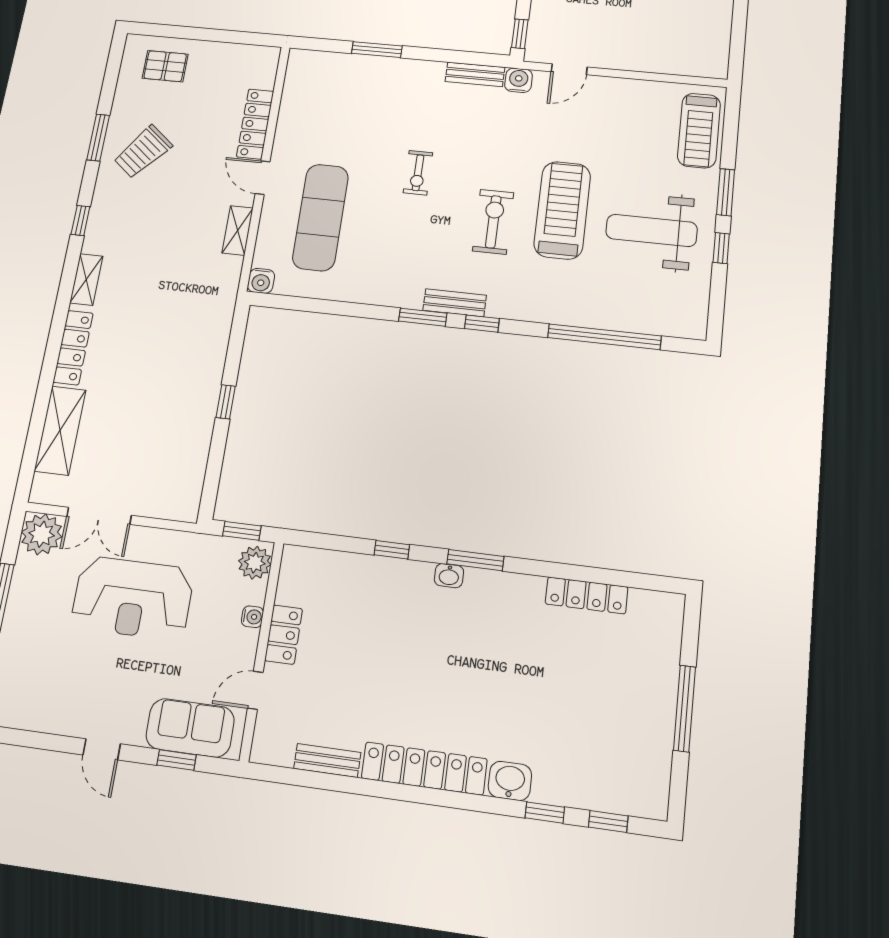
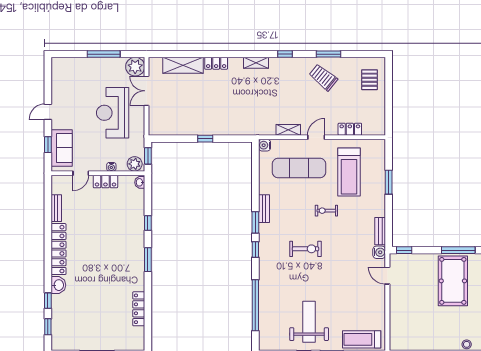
locker: (255, 124) -> (350, 129), width x0.66
treadmill: (562, 210) -> (349, 172), moved, turned 90
bench: (455, 303) -> (264, 209), moved
locker: (73, 348) -> (216, 63), width x0.66
washbasin: (449, 576) -> (140, 182), moved
door: (255, 690) -> (81, 173), swing flipped

